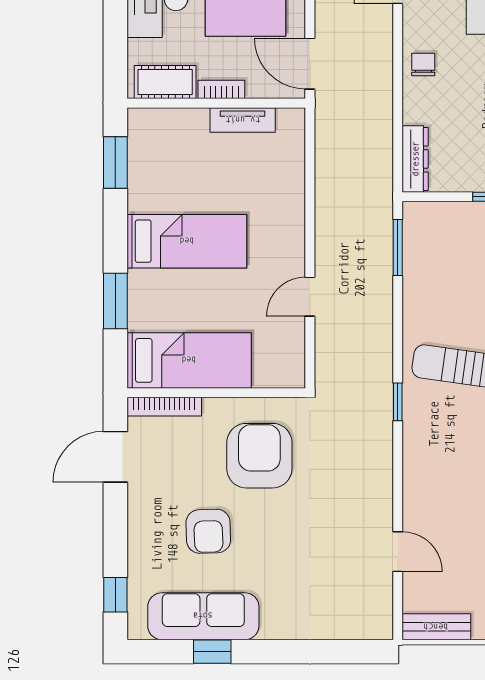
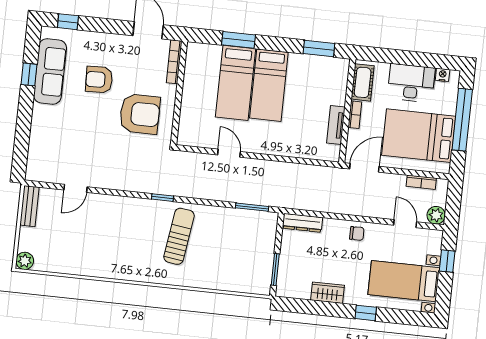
bed: (189, 360) -> (236, 83), moved

